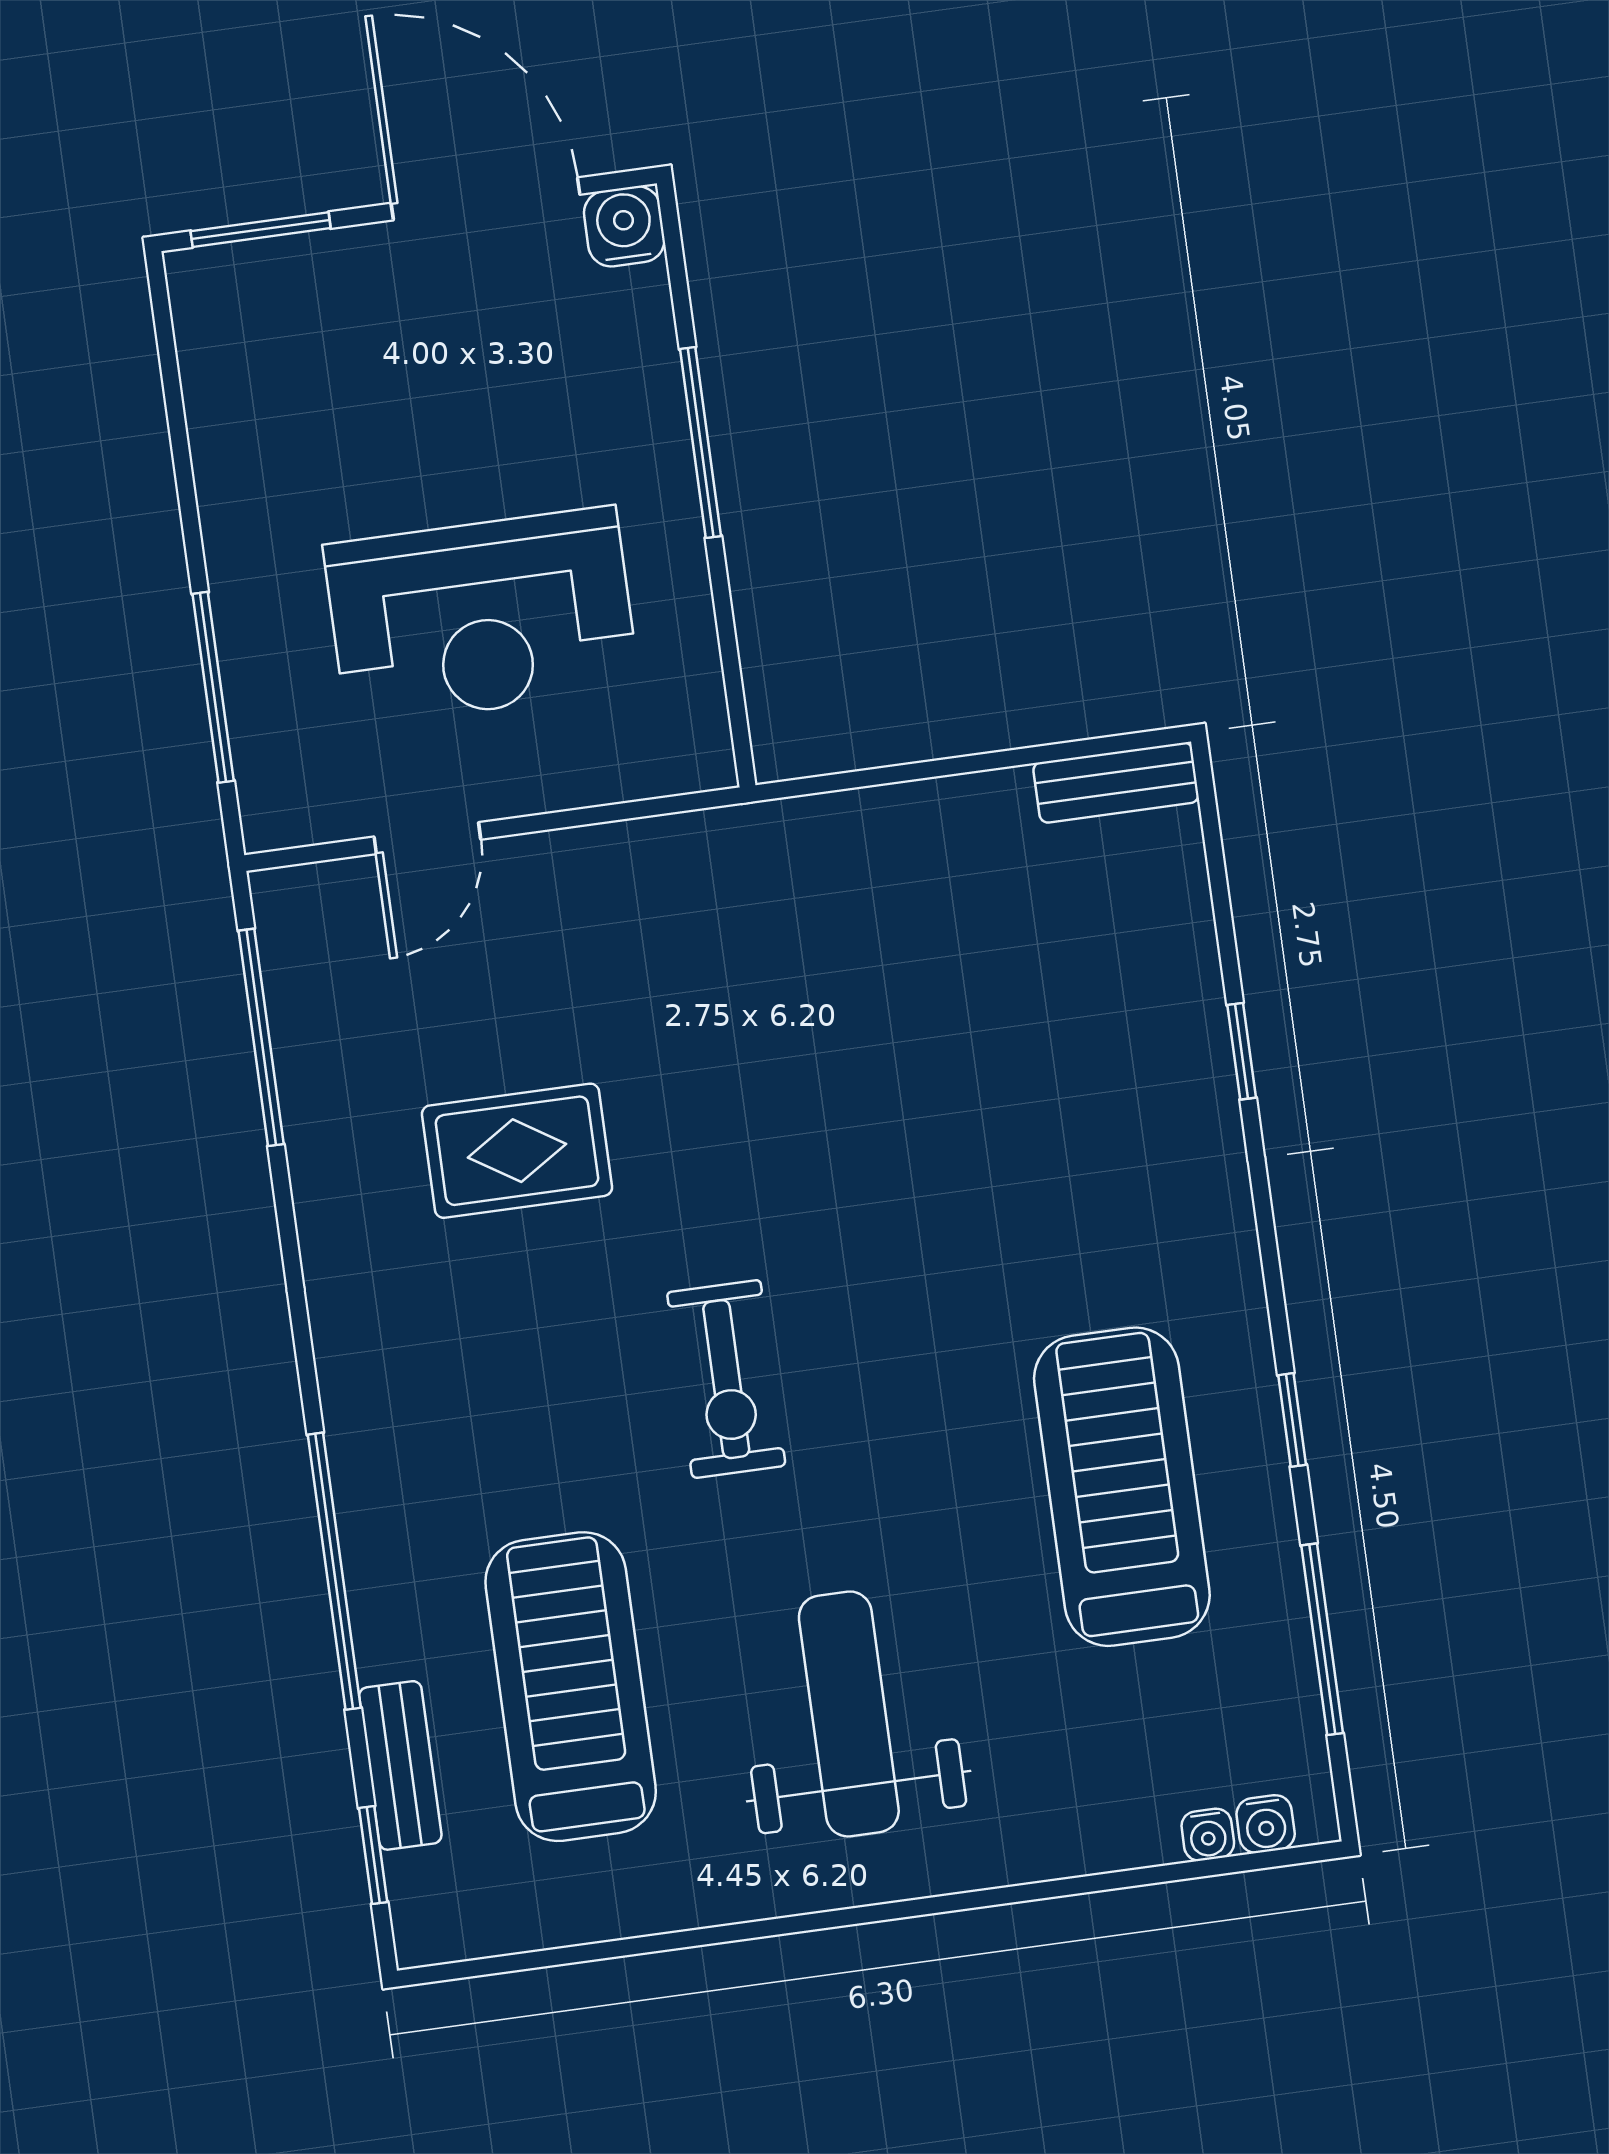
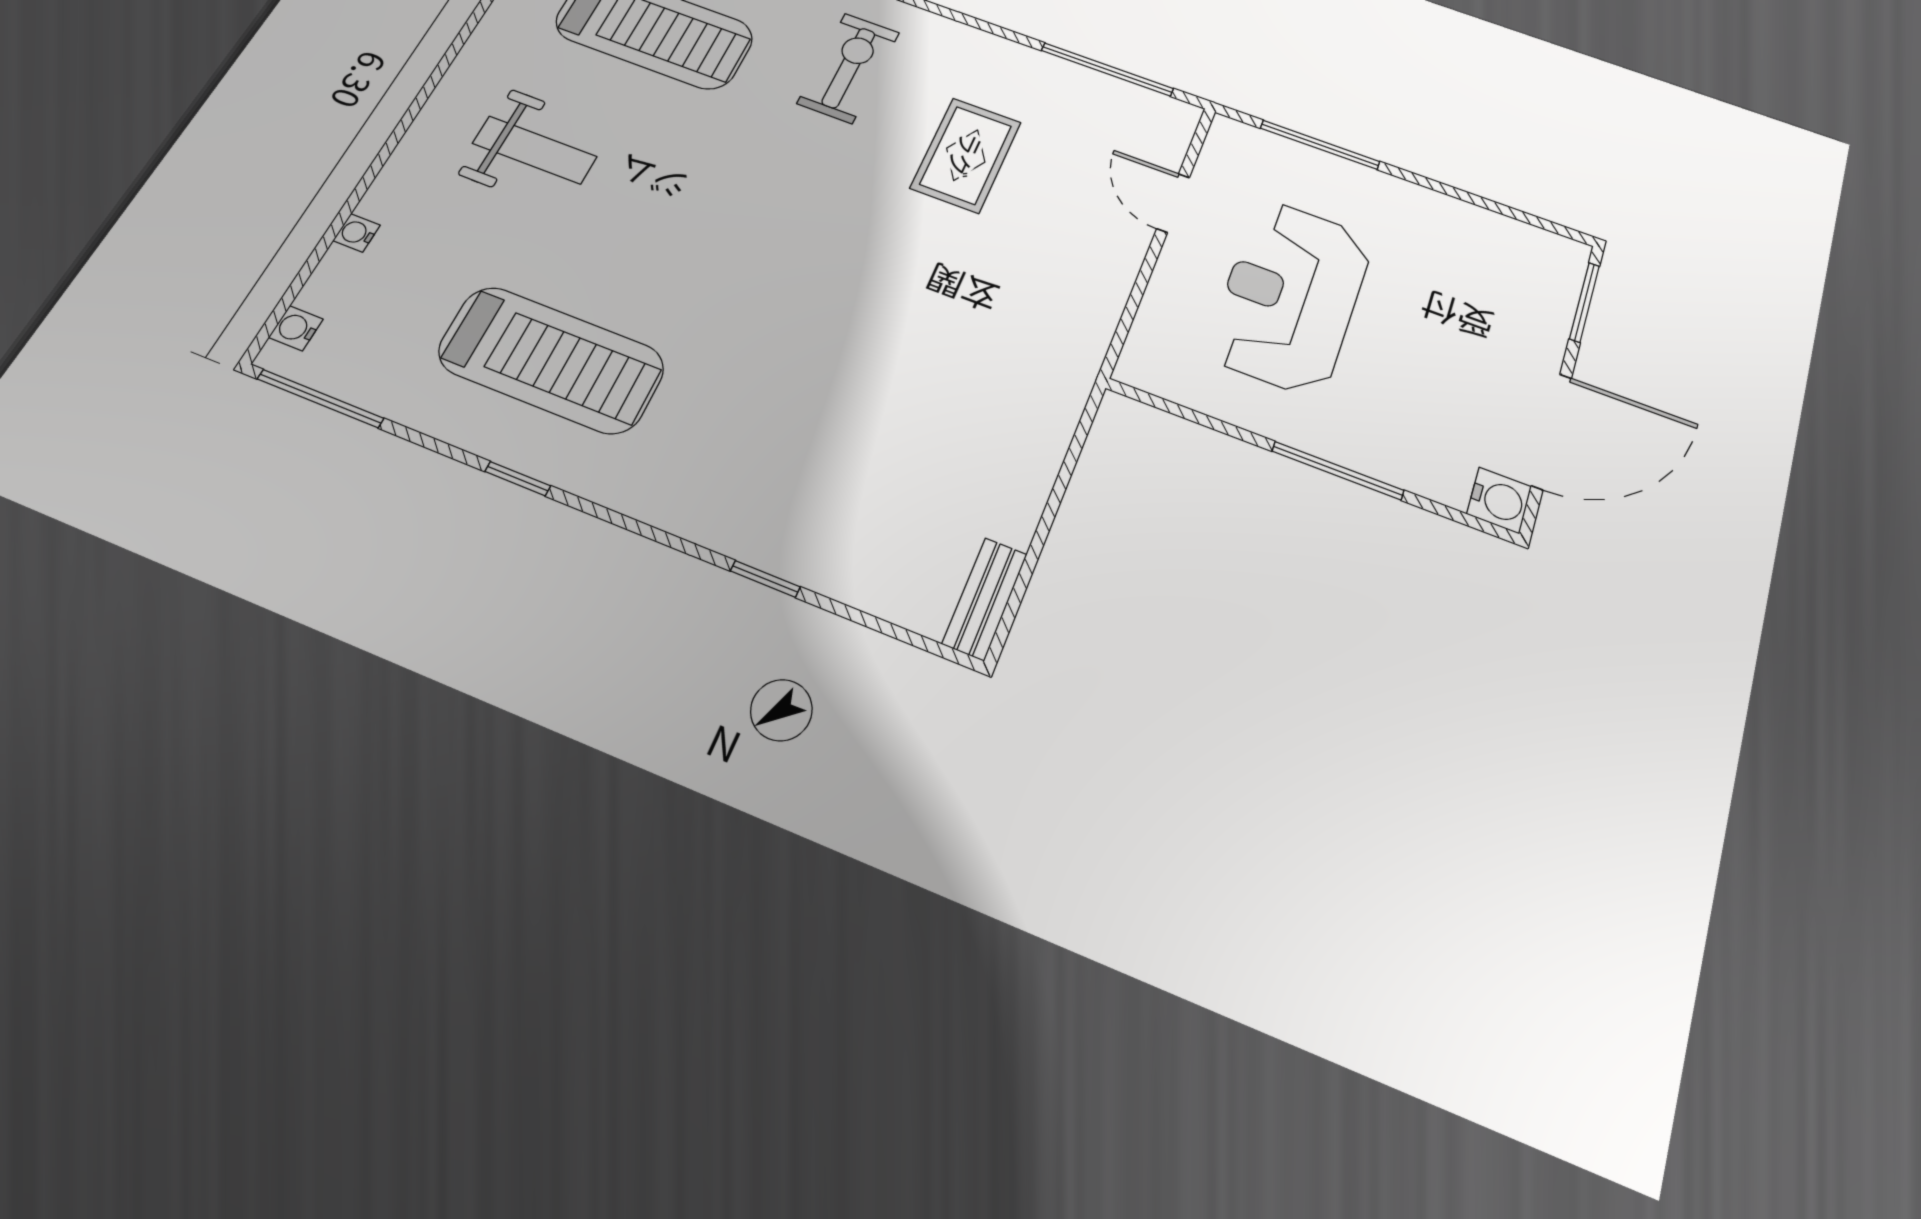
exercise bike: (726, 1379) -> (849, 68), moved, turned 90
window: (1322, 1639) -> (320, 399), moved
weight bench: (849, 1714) -> (535, 150), width x0.73, depth x0.75
water cooler: (1208, 1835) -> (357, 233), moved

